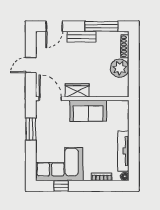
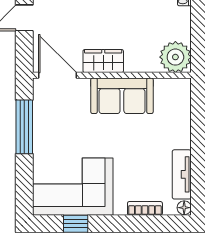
plant: (120, 68) -> (175, 57), moved
window: (31, 129) -> (24, 127), width x1.44
tv unit: (123, 151) -> (182, 174), width x0.71

